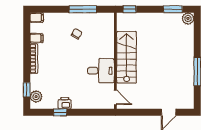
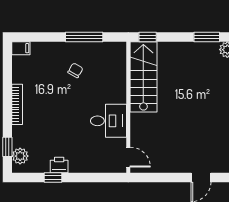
filing cabinet: (36, 38) -> (21, 76), removed
stairs: (127, 57) -> (143, 77), moved

